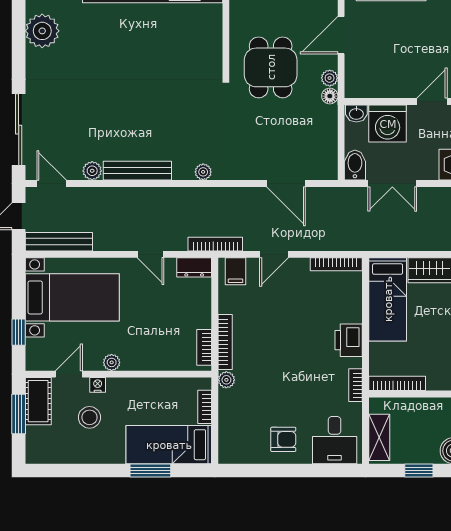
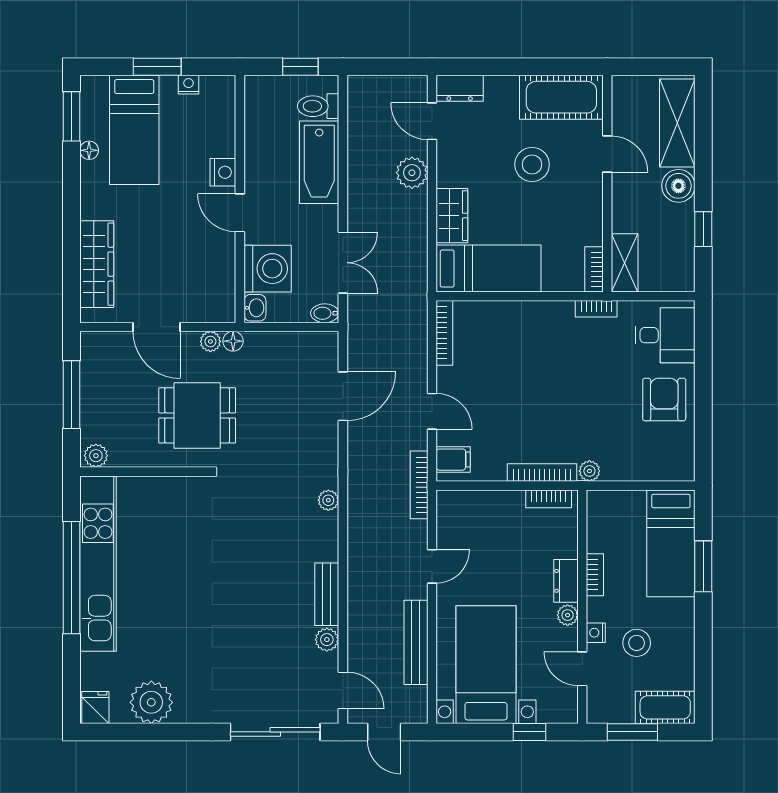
bidet: (355, 165) -> (325, 313), width x0.72, depth x0.74
bench: (137, 171) -> (327, 594), width x0.73
door: (52, 183) -> (343, 690), swing flipped
bench: (59, 242) -> (416, 642), moved
dresser: (194, 267) -> (566, 581), moved, turned 180
printer: (349, 340) -> (540, 318), removed
bookcase: (397, 383) -> (594, 269), width x0.64
cot: (38, 401) -> (665, 707), moved
bookcase: (205, 407) -> (595, 575), moved, turned -90
shelving: (379, 437) -> (625, 263), moved, turned 90
armchair: (283, 439) -> (664, 400), width x1.38, depth x1.38

